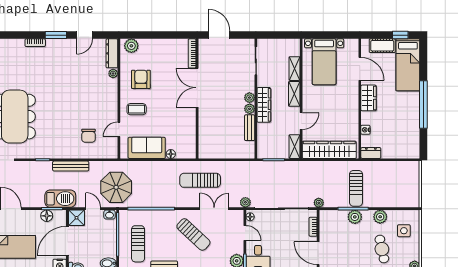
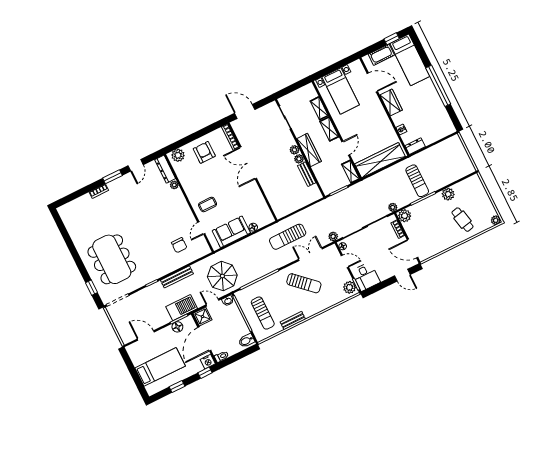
armchair: (141, 79) -> (204, 152), moved
plant: (355, 217) -> (405, 216), moved
side table: (404, 231) -> (473, 196), removed

